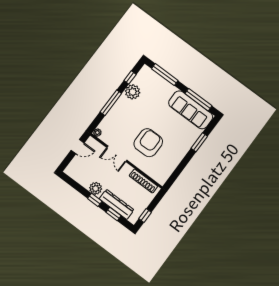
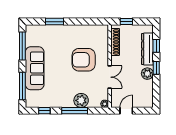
plant: (133, 92) -> (81, 100), moved
sofa: (191, 110) -> (35, 68), moved
door: (78, 147) -> (126, 111), hinge flipped
window: (145, 216) -> (126, 22), moved

